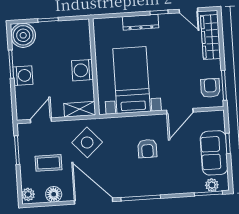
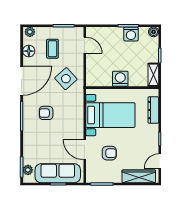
dresser: (141, 22) -> (153, 110), moved
boiler: (23, 35) -> (154, 32), width x0.54, depth x0.54
washing machine: (23, 76) -> (131, 34), moved
armchair: (210, 88) -> (109, 153), moved
shelving: (80, 109) -> (153, 75), moved
armchair: (147, 149) -> (46, 113), moved
sofa: (214, 153) -> (58, 173), width x1.36

